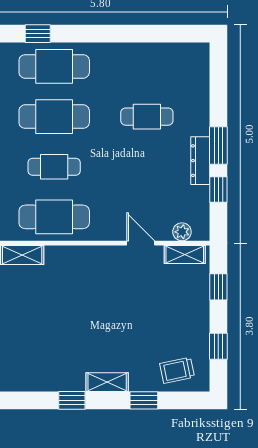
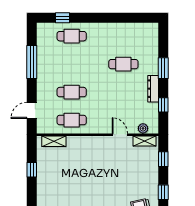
cafe table: (54, 66) -> (72, 36), width x0.73, depth x0.74
cafe table: (54, 117) -> (72, 64), removed
window: (218, 145) -> (163, 68), moved
cafe table: (54, 217) -> (72, 120), width x0.73, depth x0.74

